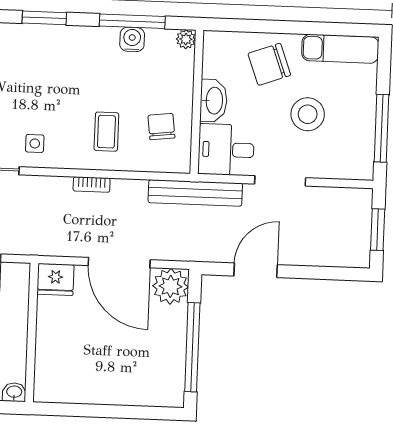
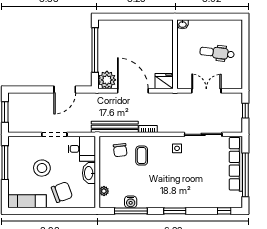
plant: (186, 39) -> (104, 191), moved
chair: (161, 127) -> (120, 150), moved
bench: (195, 193) -> (115, 127), moved

